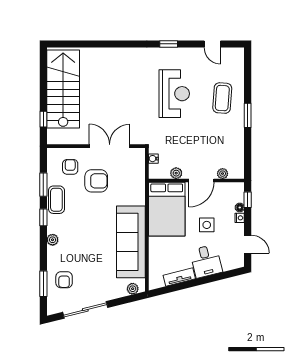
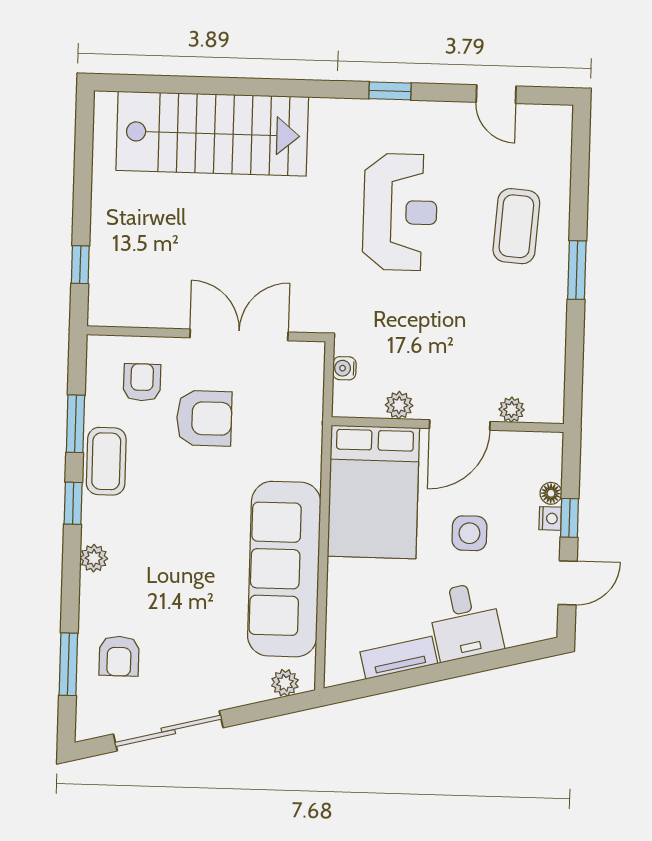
stairs: (63, 89) -> (212, 134), moved, turned 90
window: (248, 200) -> (569, 518), moved
door: (248, 244) -> (568, 583), hinge flipped

